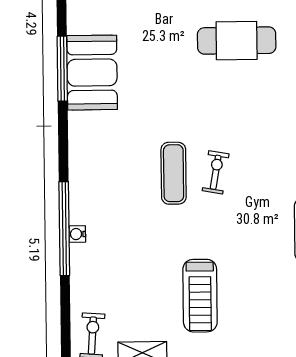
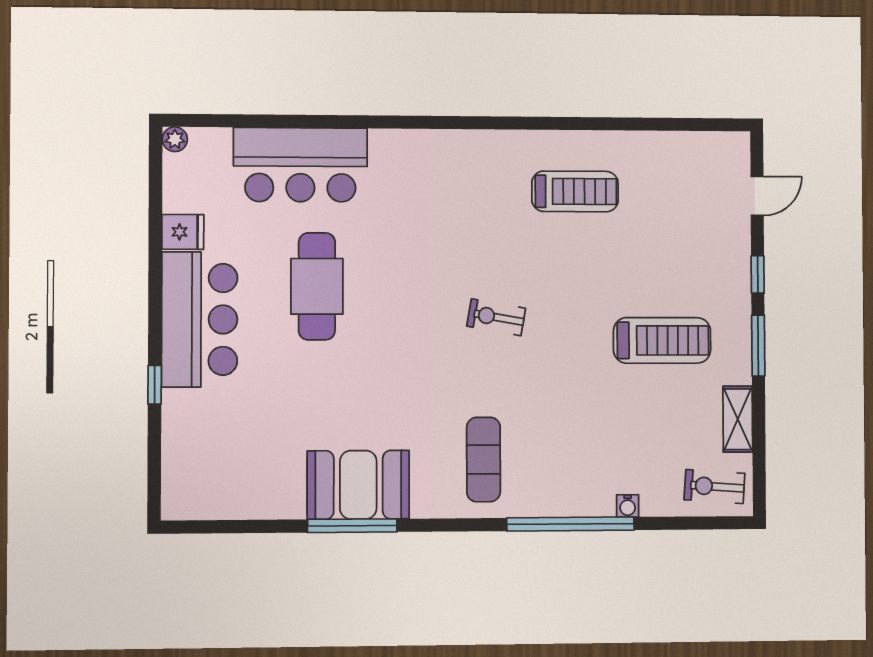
exercise mat: (174, 173) -> (483, 459), moved, turned 90
water cooler: (77, 234) -> (628, 506), moved

